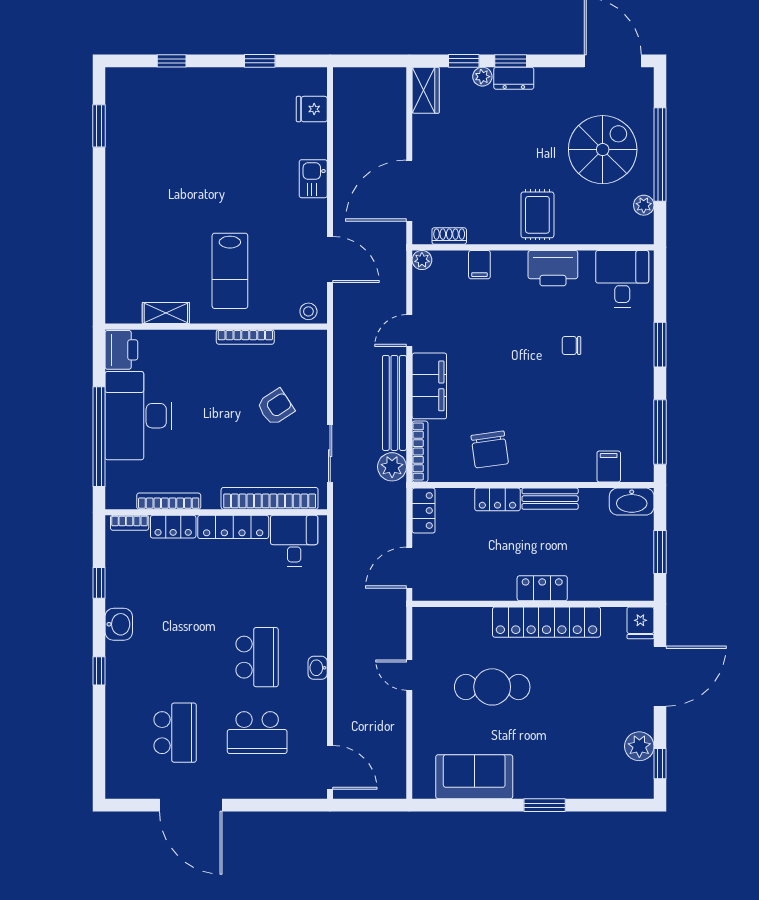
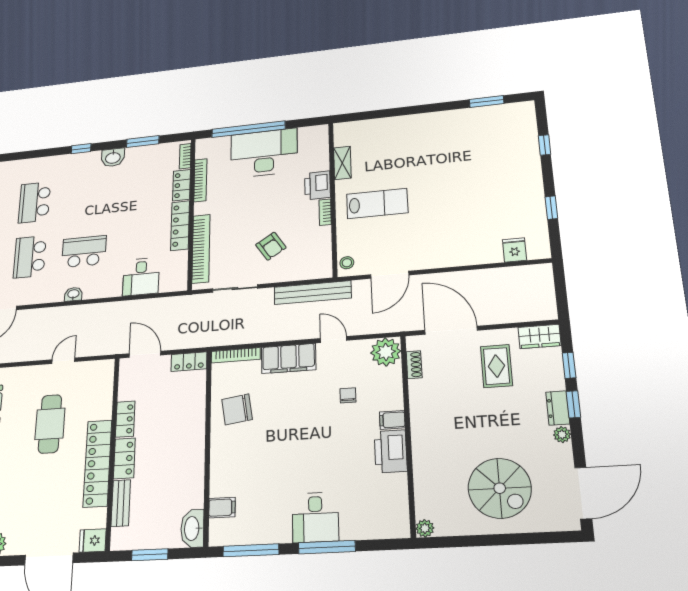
plant: (482, 77) -> (562, 435), moved
window: (660, 155) -> (499, 540), removed
kitchen sink: (313, 179) -> (456, 256), removed
plant: (644, 205) -> (425, 528), moved
rug: (537, 215) -> (496, 366), moved, turned 90
plant: (422, 260) -> (386, 352), width x1.87, depth x1.87
filing cabinet: (479, 265) -> (392, 420), moved
lab bench: (230, 271) -> (377, 203), turned 180
desk: (622, 279) -> (315, 517), moved, turned 90
bookcase: (245, 337) -> (325, 212), width x0.64
chair: (572, 345) -> (348, 395), moved
window: (660, 345) -> (327, 547), width x1.44
printer: (121, 350) -> (318, 185), moved, turned 90
bench: (394, 403) -> (313, 293), moved
plant: (392, 467) -> (224, 335), removed
locker: (497, 499) -> (125, 419), moved, turned 180
bench: (550, 499) -> (121, 503), moved
desk: (294, 541) -> (141, 277), moved, turned 90
window: (99, 583) -> (143, 142), width x1.50
school desk: (257, 657) -> (84, 251), turned 180
school desk: (175, 733) -> (34, 202), turned 90

